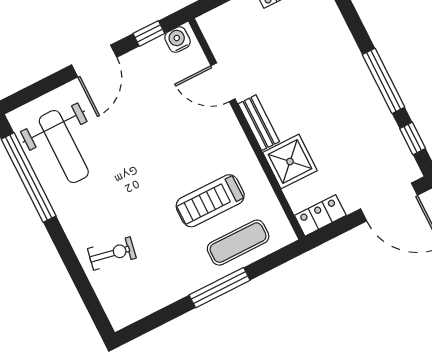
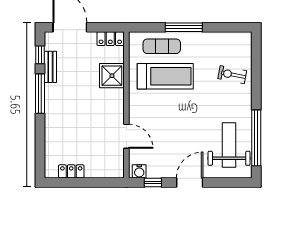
bench: (259, 123) -> (50, 67), moved
treadmill: (210, 201) -> (165, 76), width x1.37, depth x1.38

